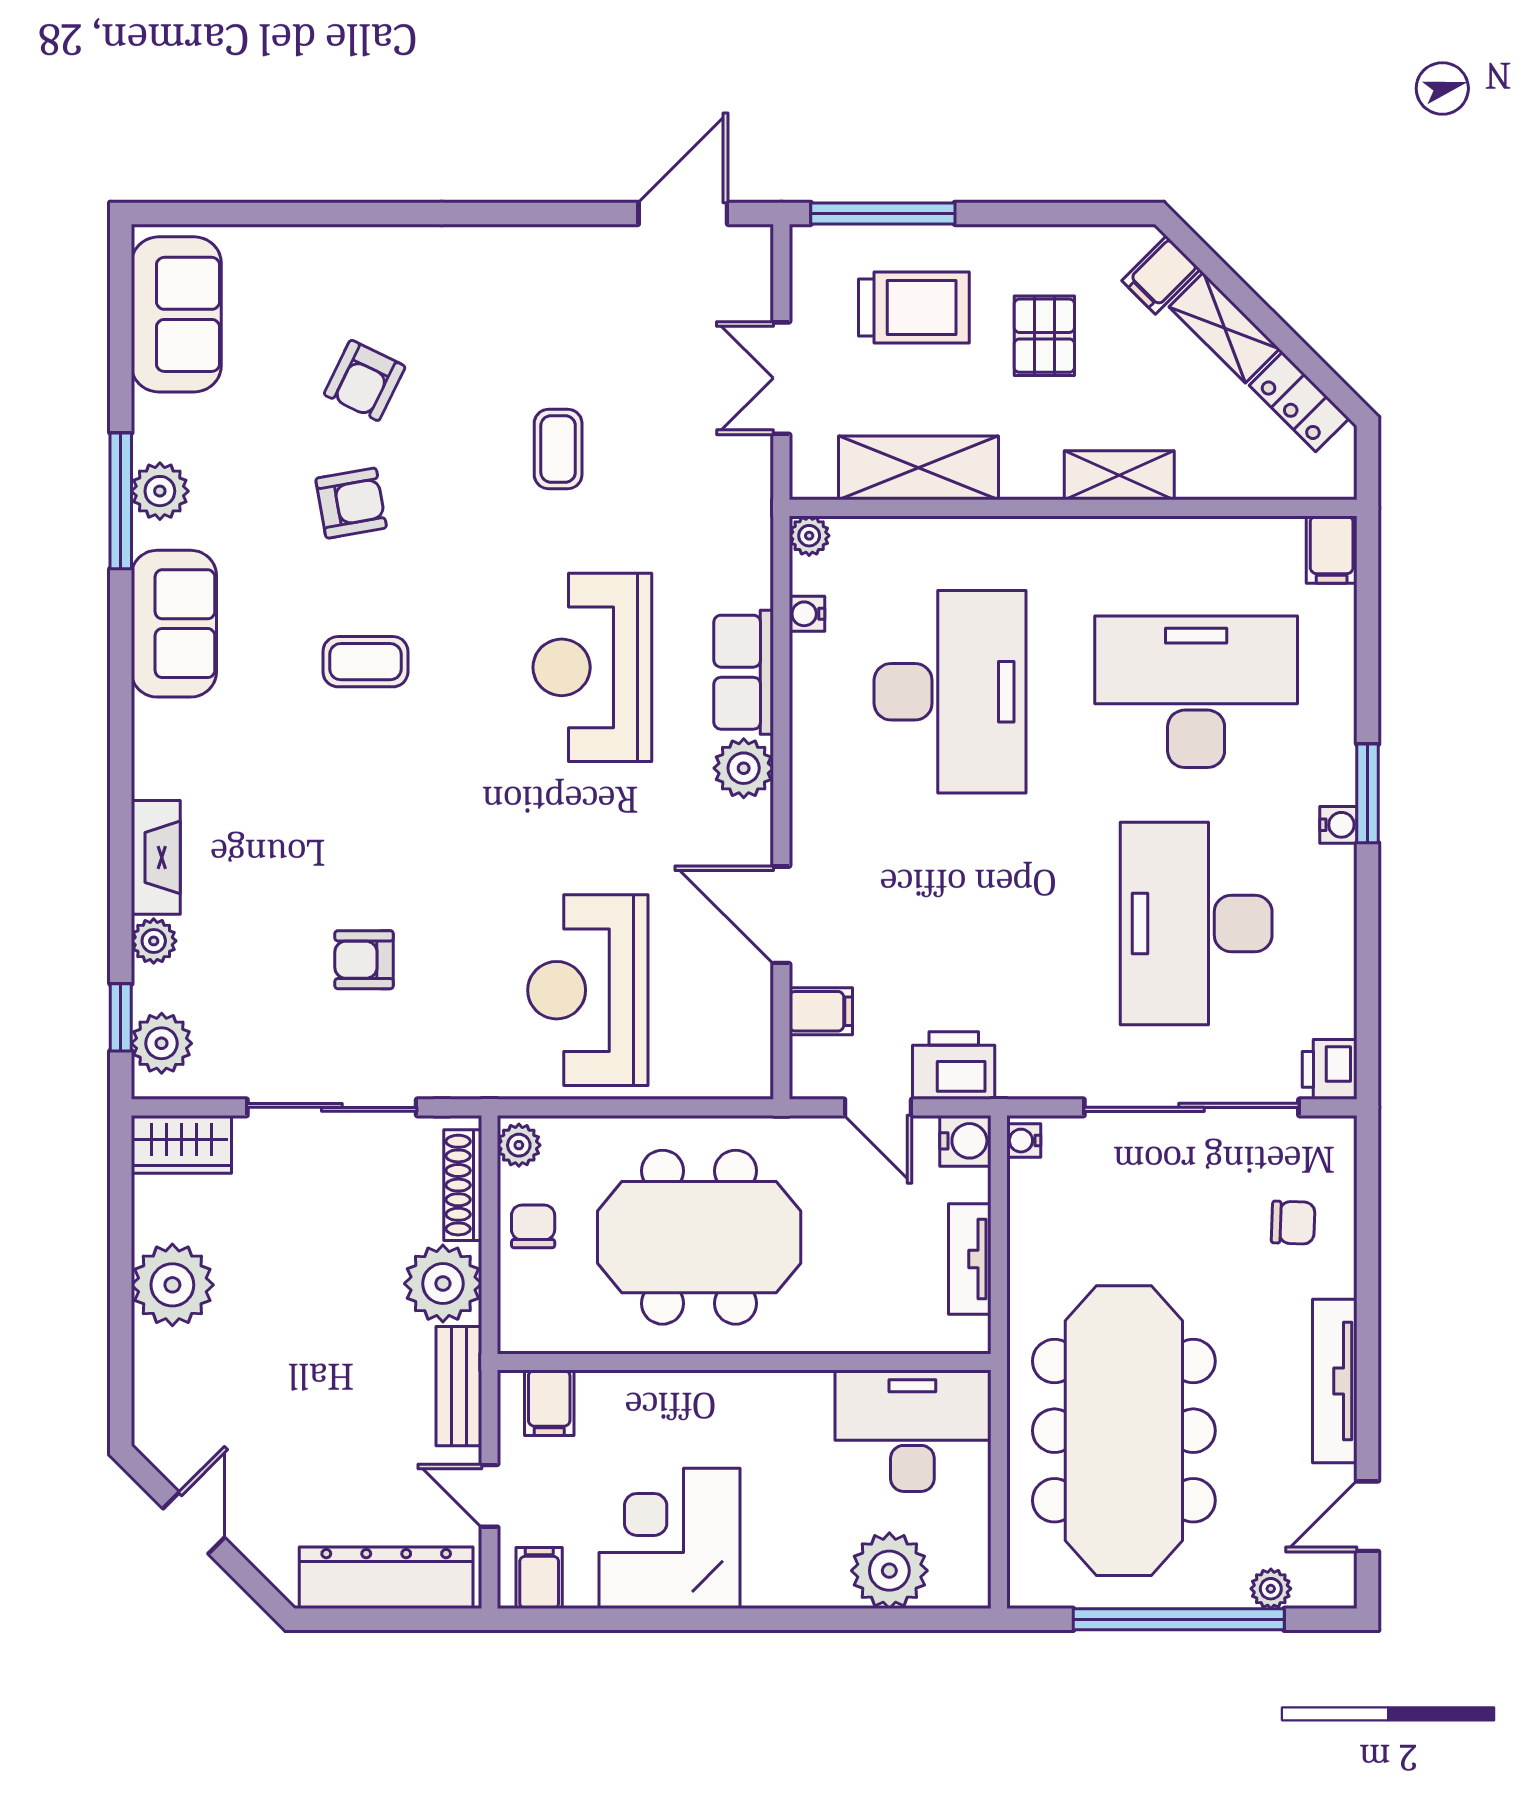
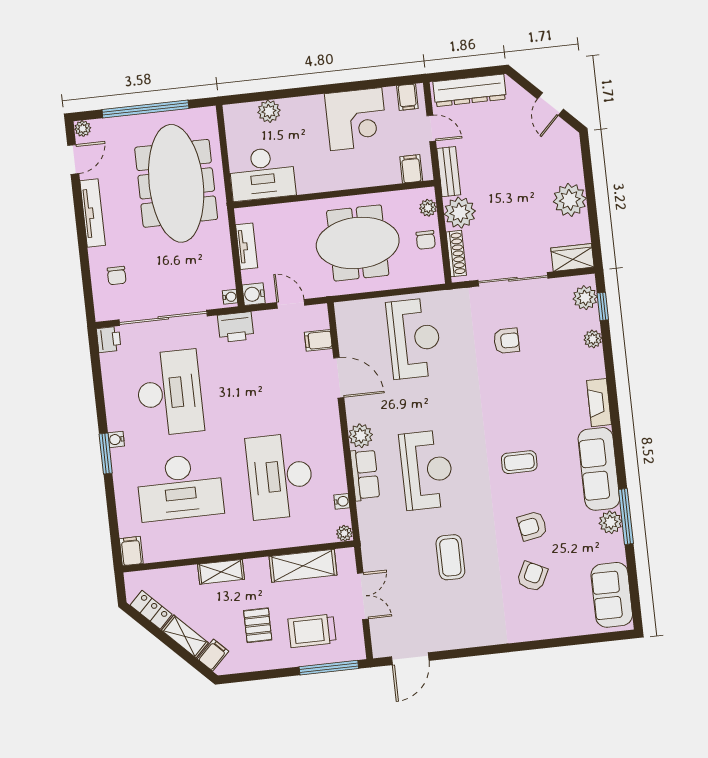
coffee table: (558, 449) -> (450, 557), width x1.36, depth x1.30
sofa: (174, 624) -> (599, 469), width x1.36
fireplace: (156, 857) -> (599, 403), moved
printer: (954, 1065) -> (236, 327), moved
plant: (519, 1145) -> (428, 208), moved
chair: (1293, 1223) -> (117, 276), turned -92
plant: (889, 1571) -> (269, 111), width x0.73, depth x0.73
plant: (1271, 1589) -> (83, 129), moved

